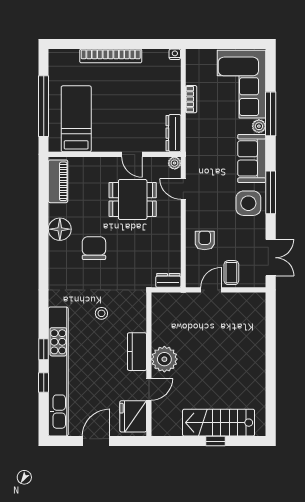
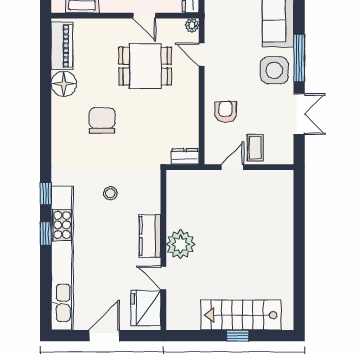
floor lamp: (60, 229) -> (64, 84), moved
double door: (271, 258) -> (299, 114), moved
window: (44, 382) -> (46, 193), moved
door: (149, 389) -> (163, 278), swing flipped

